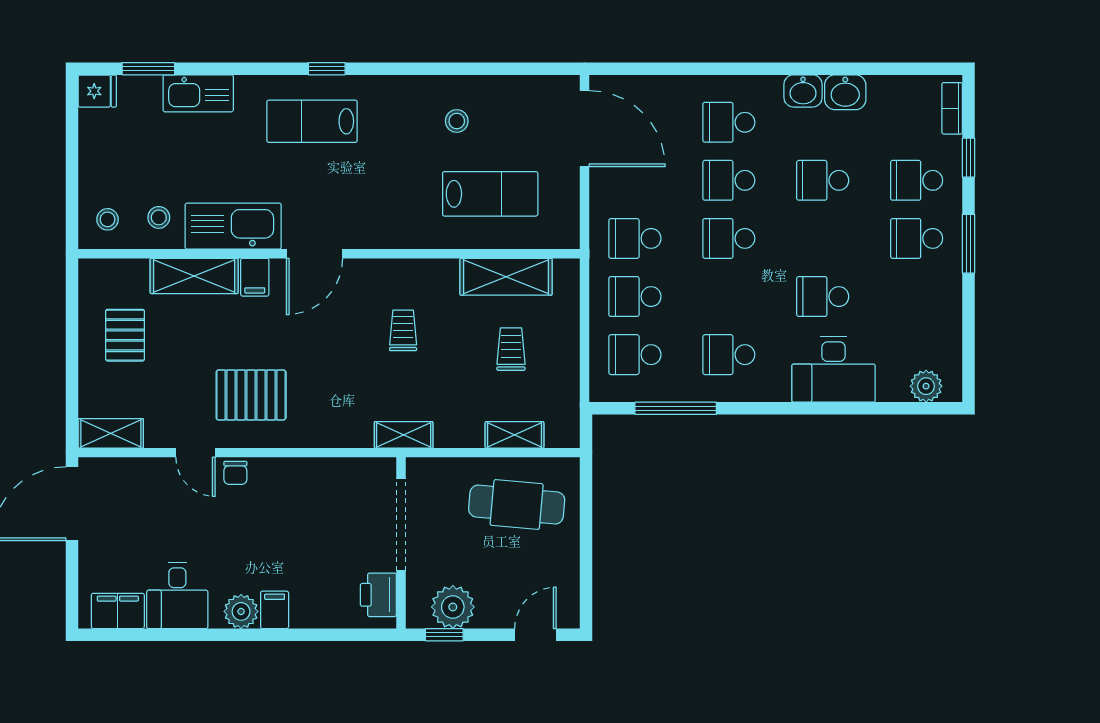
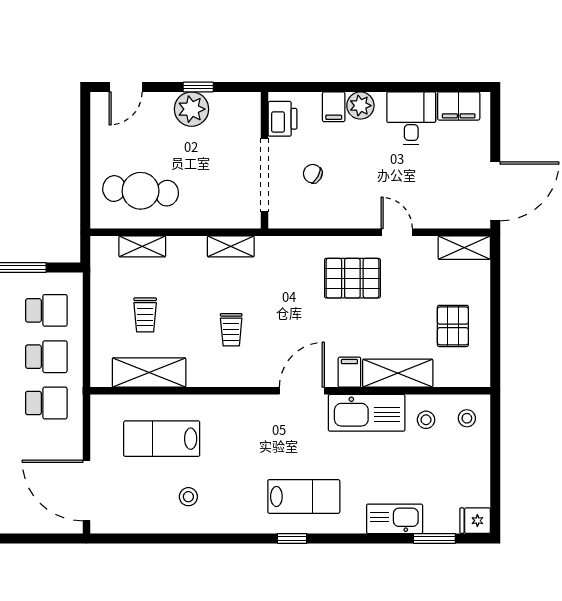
chair: (235, 473) -> (313, 174), moved, turned -61
doorway: (401, 524) -> (265, 175), moved
wall: (401, 543) -> (265, 160), moved
printer: (378, 595) -> (283, 119), moved

